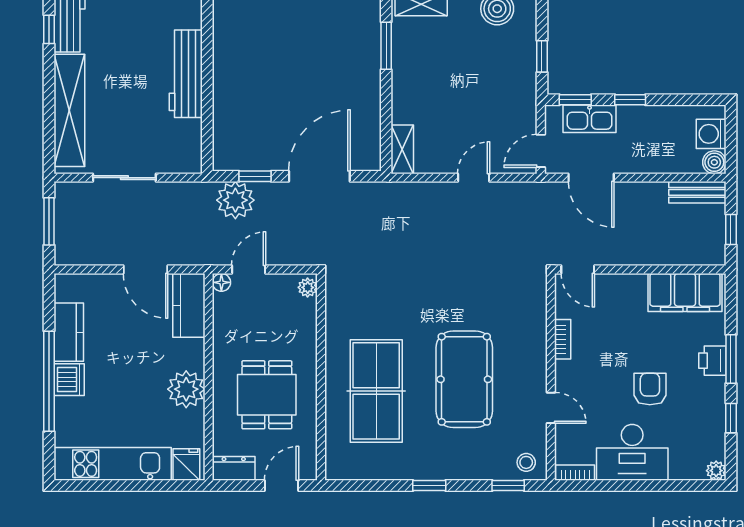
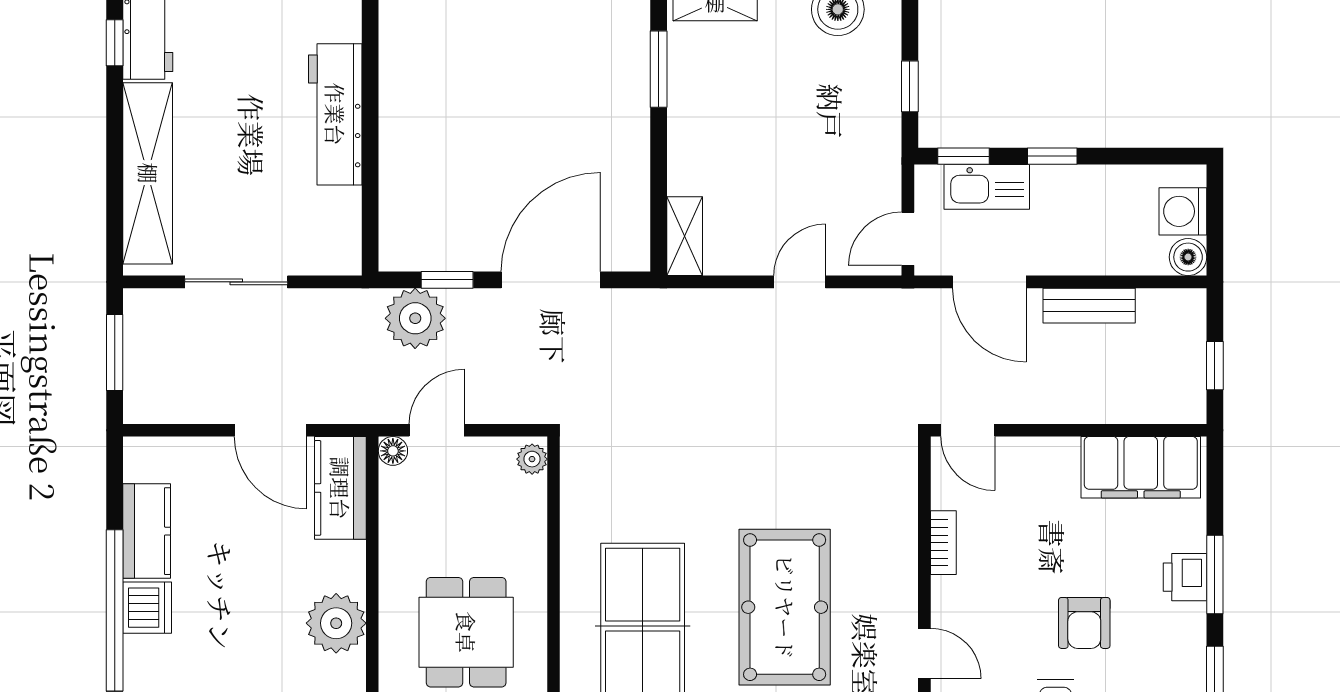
bench: (697, 192) -> (1089, 306), moved
armchair: (650, 389) -> (1084, 623), turned 180

